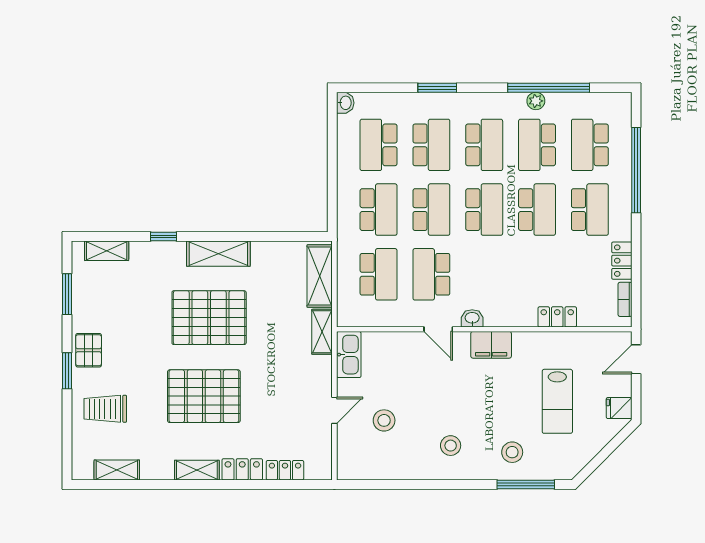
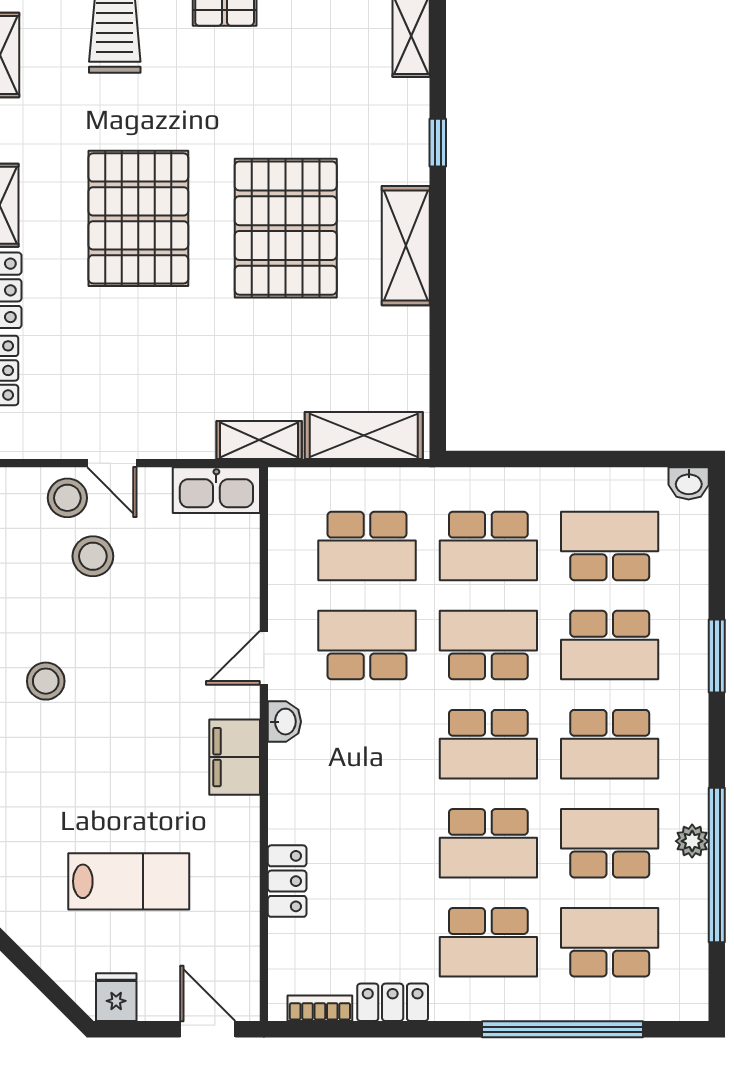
school desk: (431, 210) -> (488, 645), turned 180
lab bench: (557, 401) -> (129, 881), turned 180
stool: (512, 452) -> (67, 498), moved

